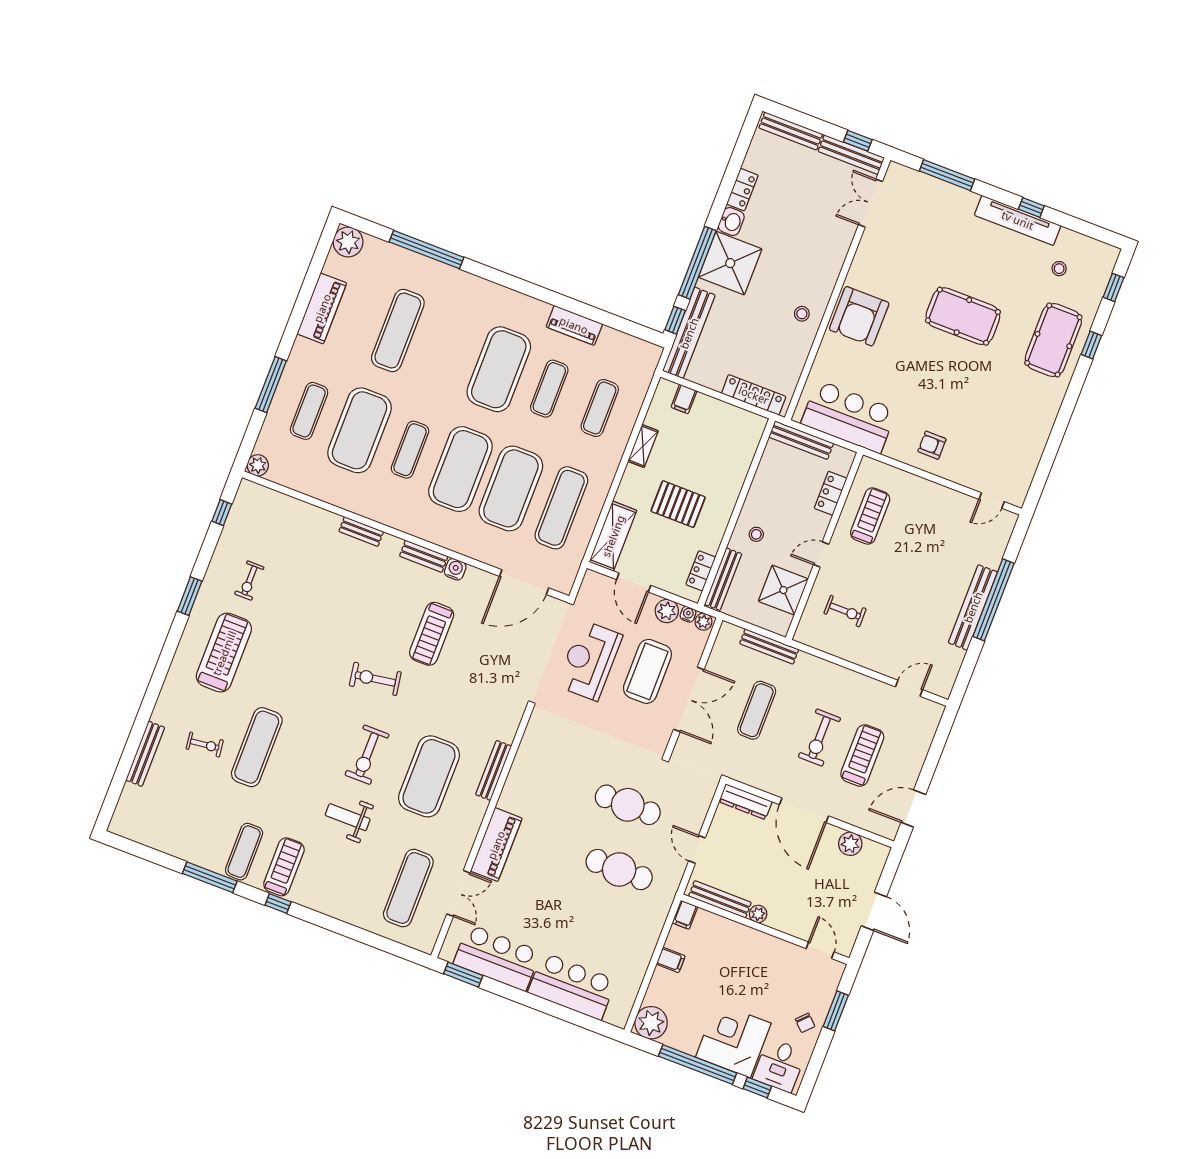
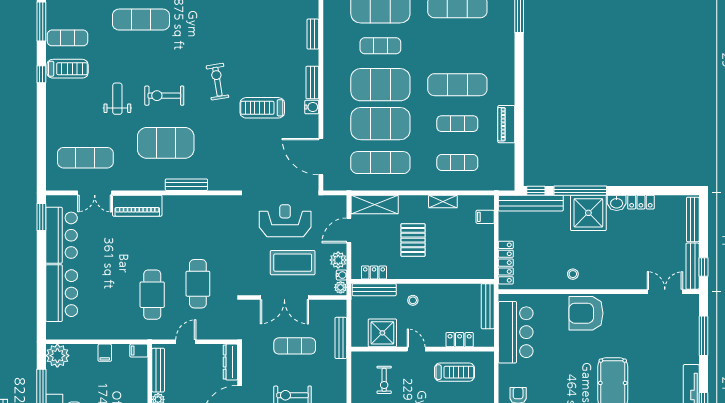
exercise mat: (499, 369) -> (457, 85), width x0.68

